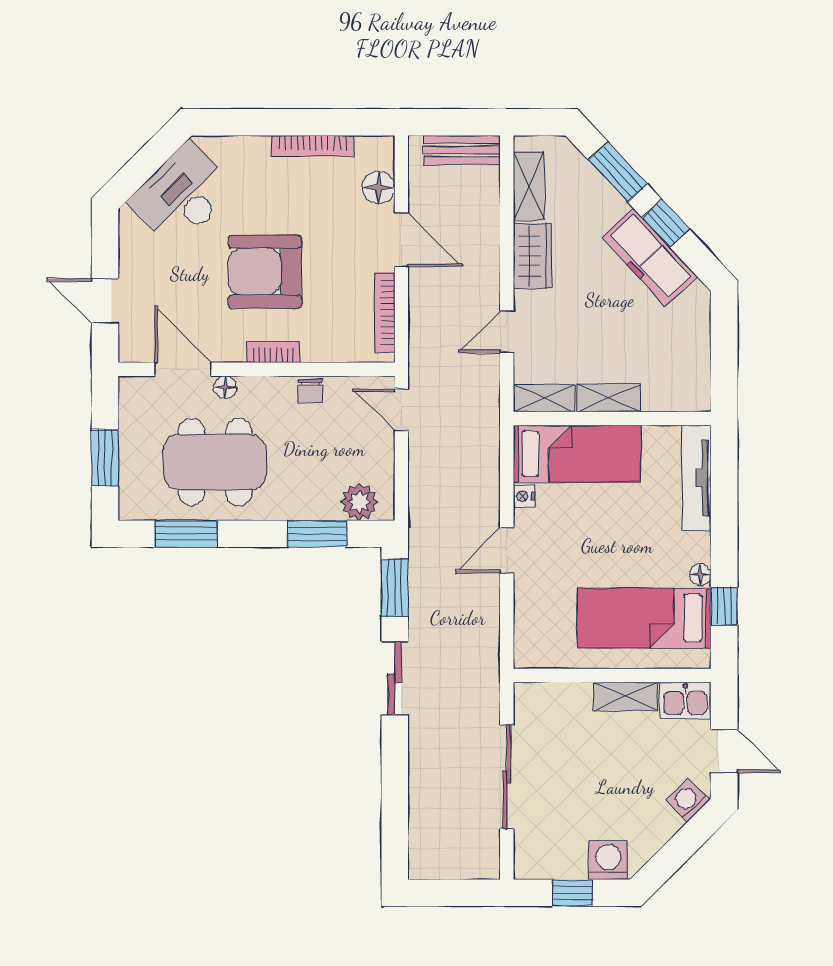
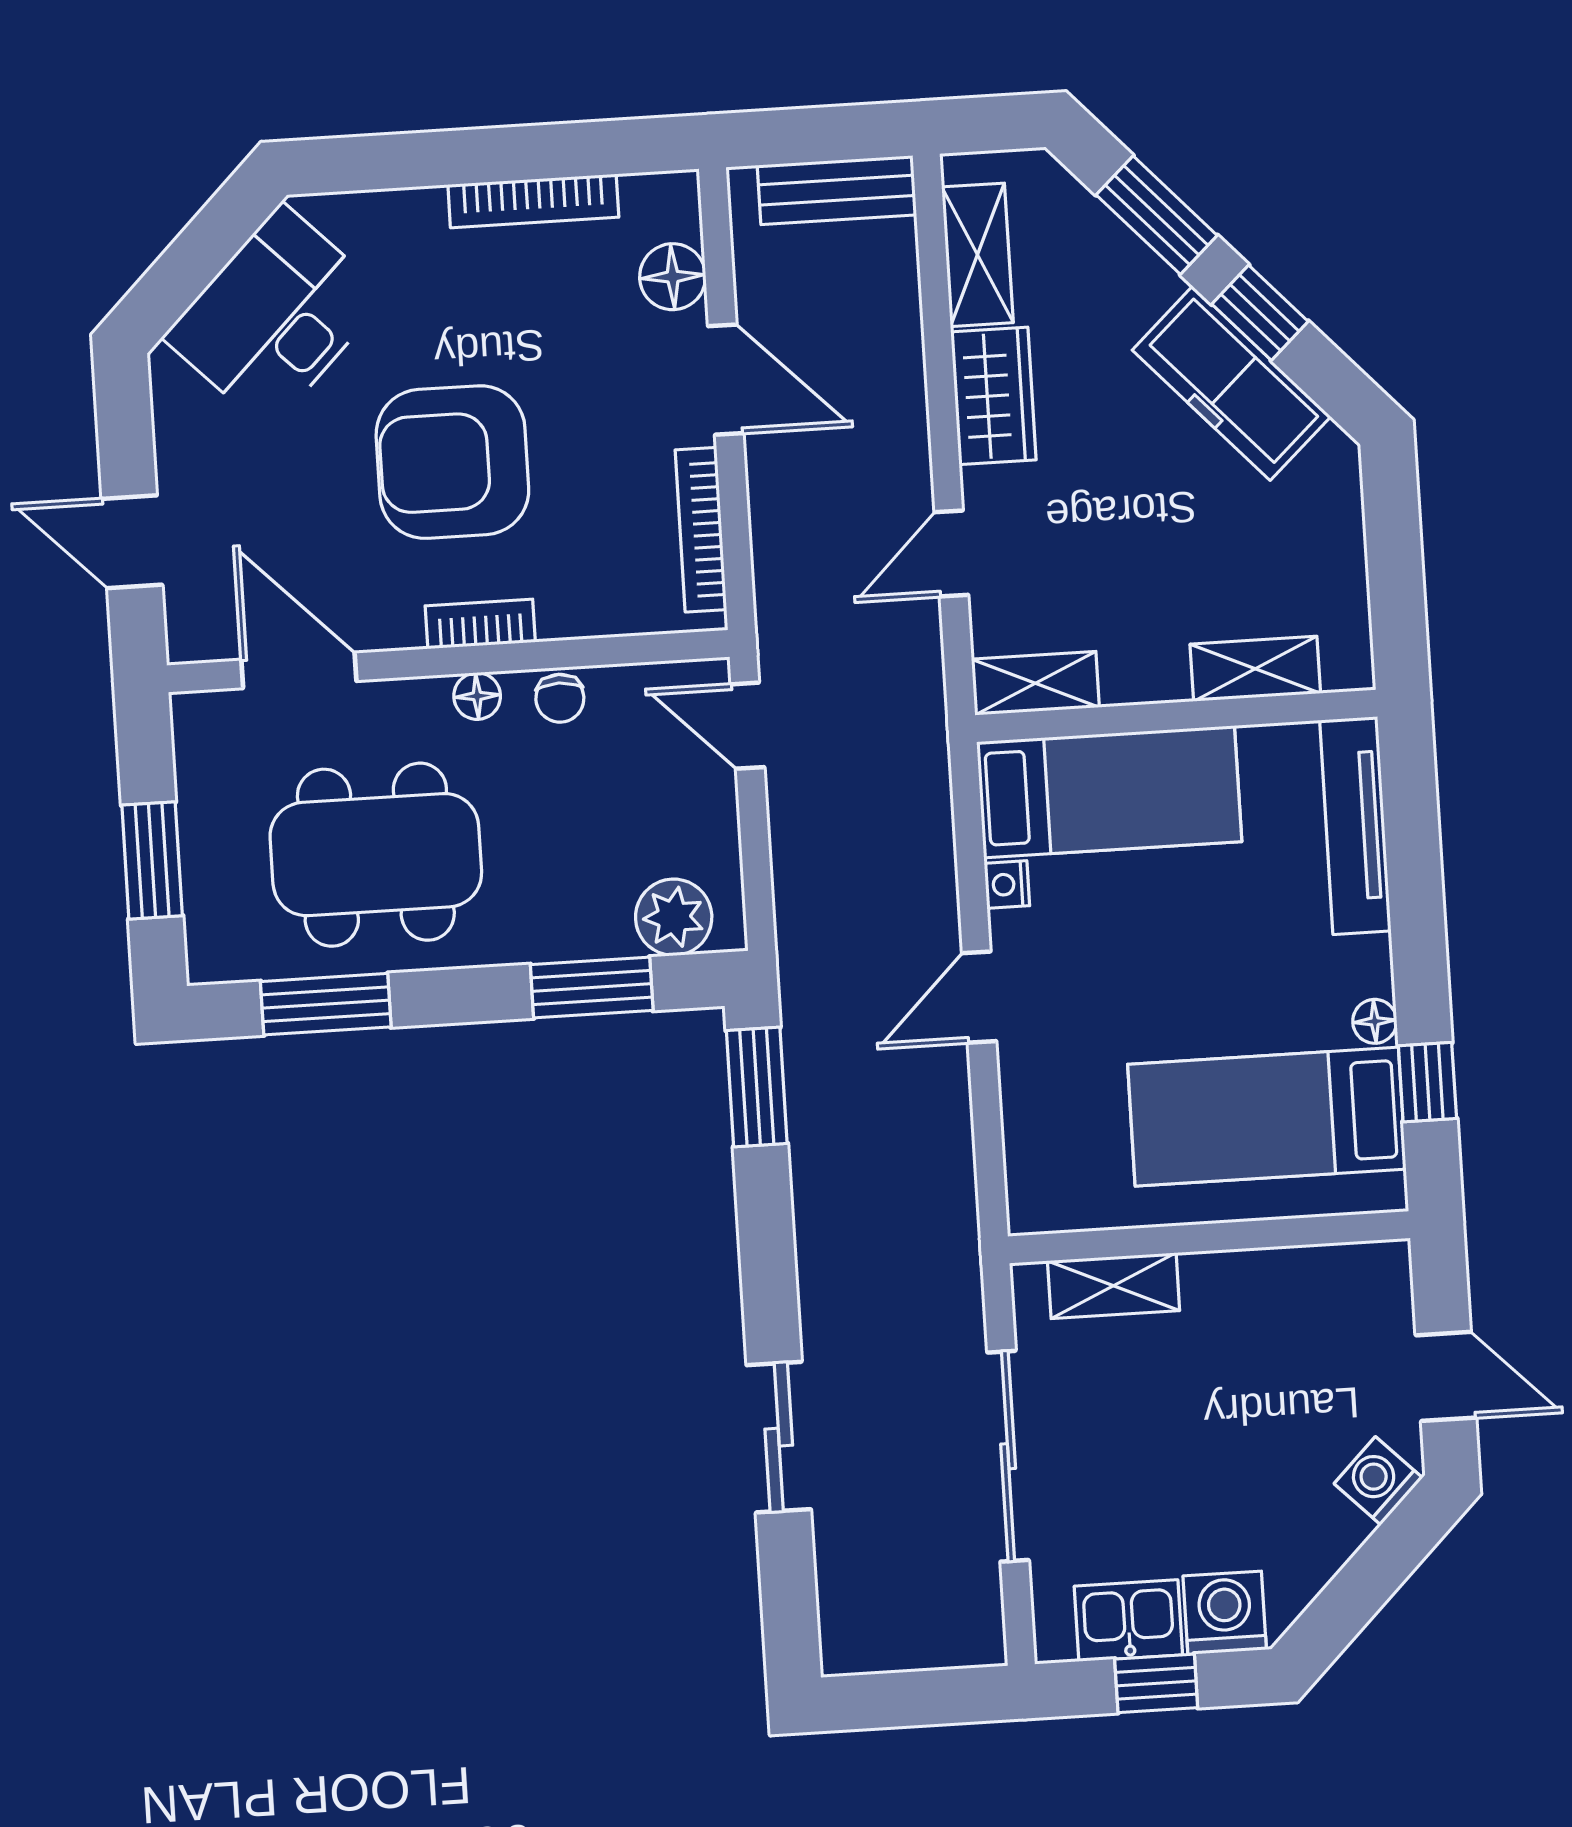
floor lamp: (225, 387) -> (477, 696), moved
shelving: (609, 398) -> (1255, 669), moved
sliding door: (395, 678) -> (779, 1437), moved
shelving: (626, 696) -> (1114, 1286), moved
kitchen sink: (685, 701) -> (1128, 1621), moved, turned 180

